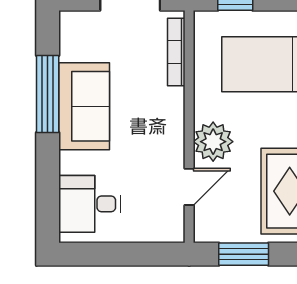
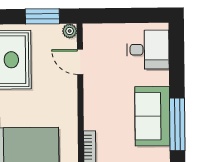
plant: (213, 142) -> (70, 31), moved, width x0.53, depth x0.53
door: (189, 187) -> (80, 62), hinge flipped

